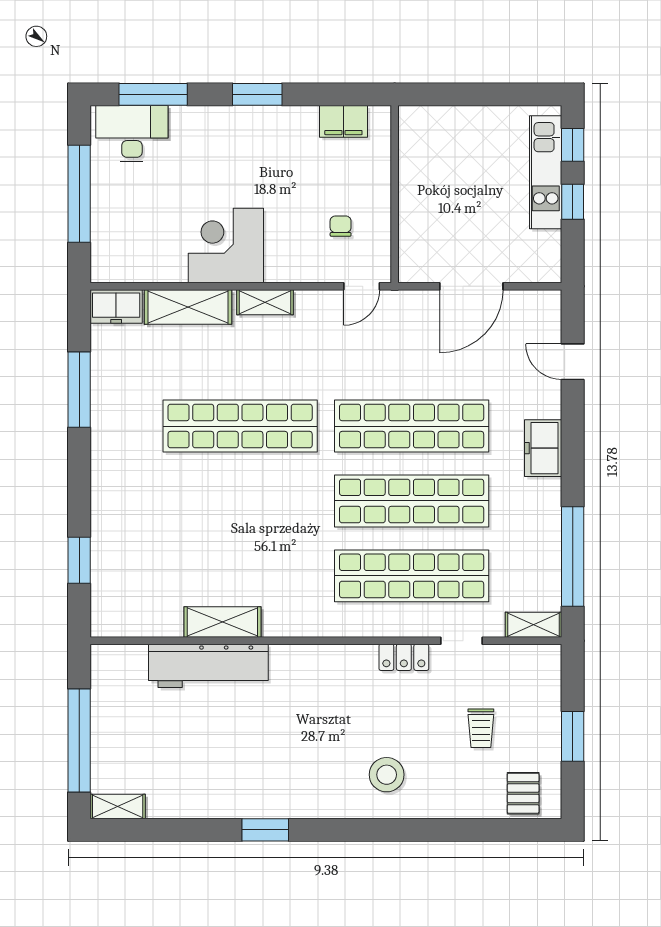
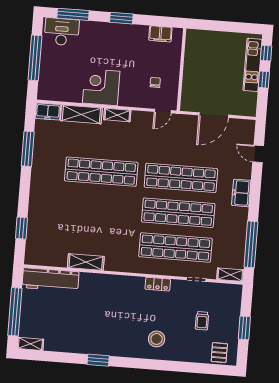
locker: (404, 657) -> (158, 284), moved
workbench: (208, 666) -> (50, 280), moved

